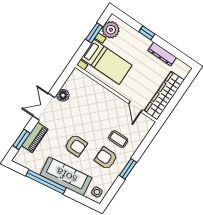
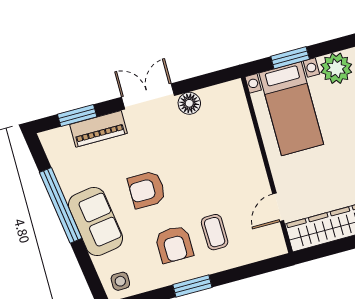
window: (94, 33) -> (290, 58), moved
armchair: (76, 145) -> (147, 190), turned 90
armchair: (106, 158) -> (174, 244), turned 180
sofa: (66, 176) -> (95, 222), width x0.73

